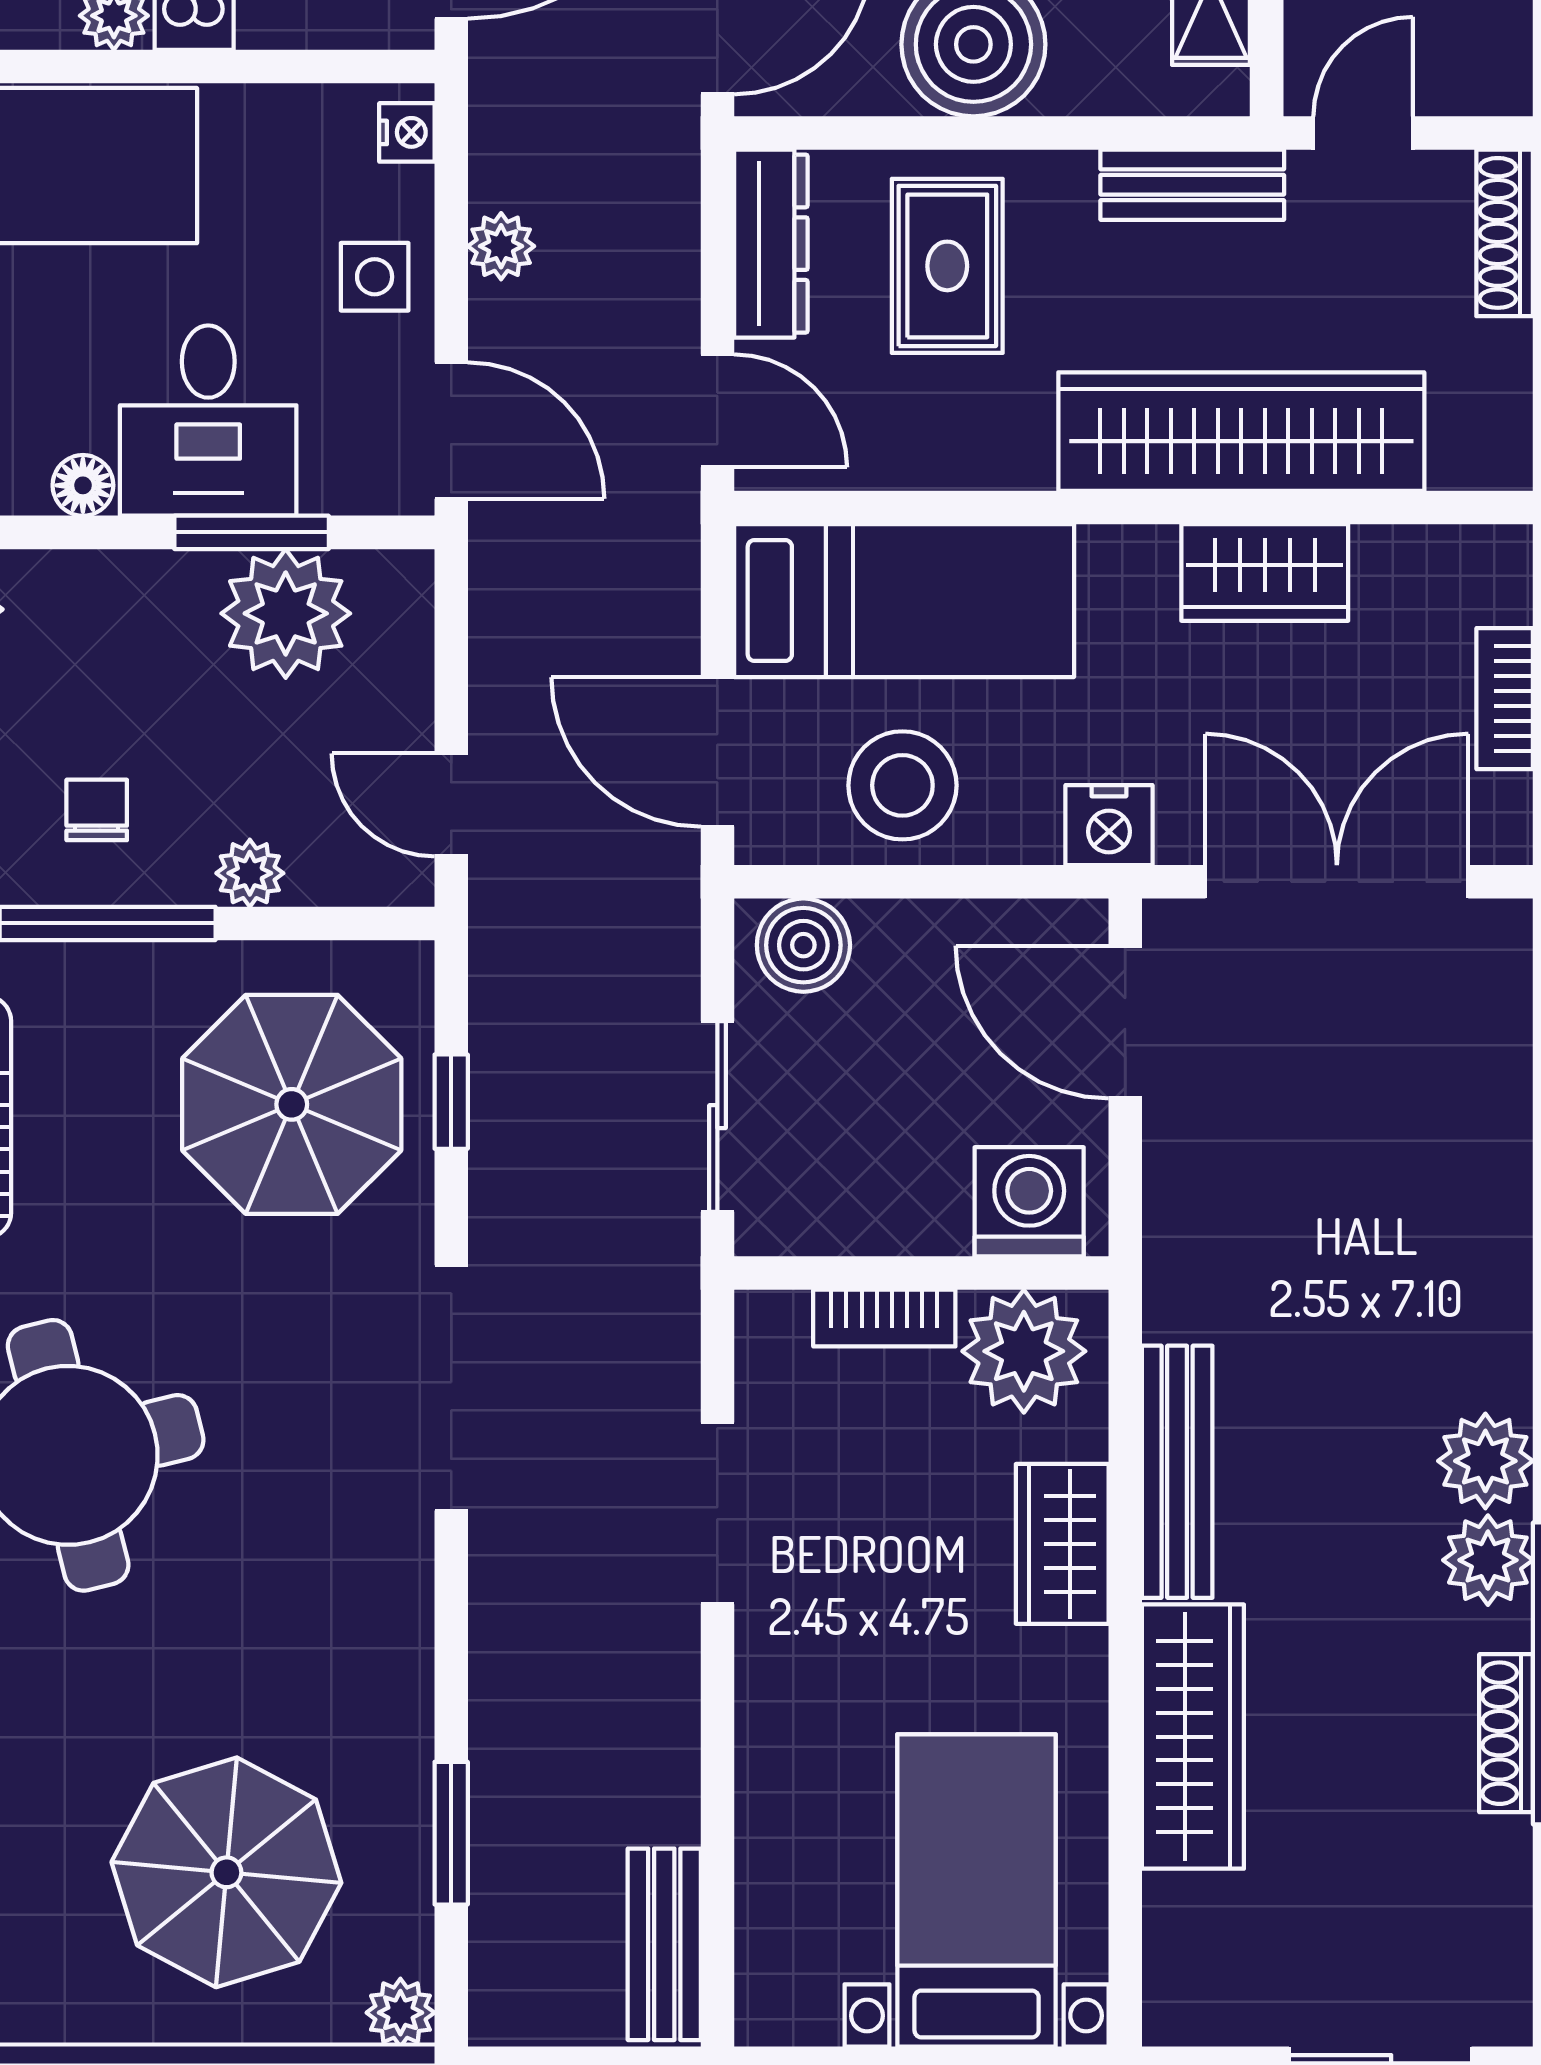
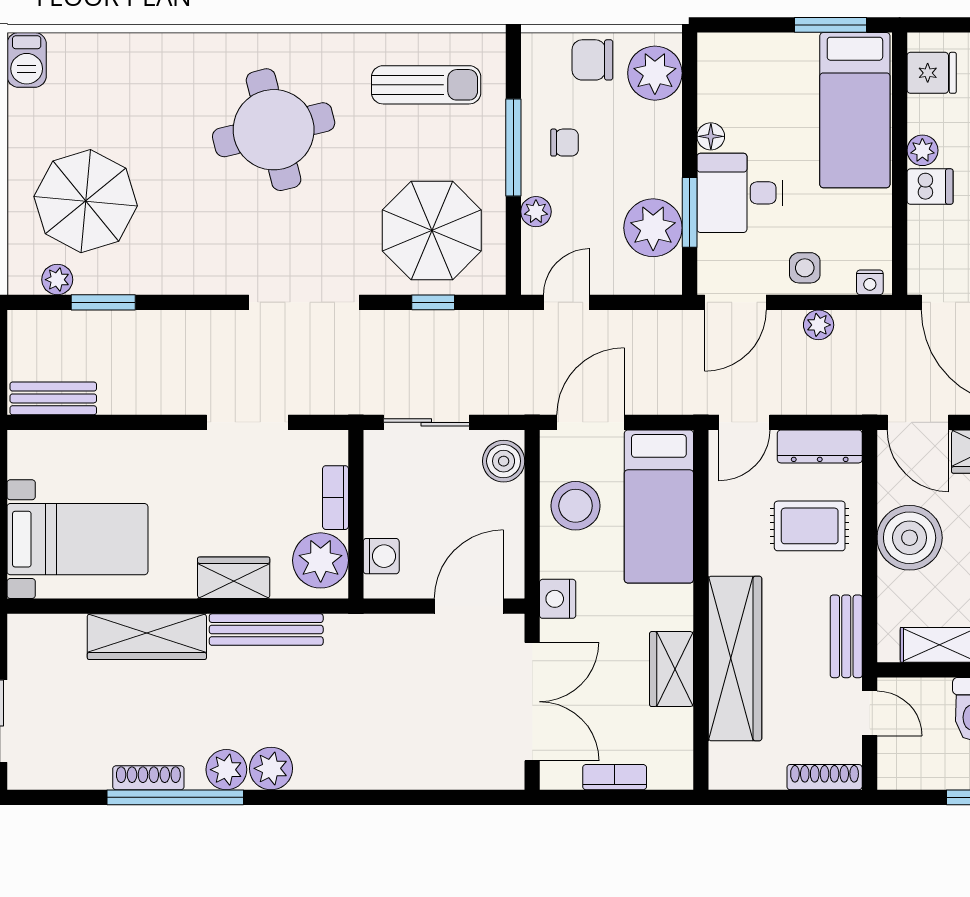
washing machine: (1029, 1202) -> (381, 556), width x0.73, depth x0.73
plant: (400, 2013) -> (57, 280), moved

